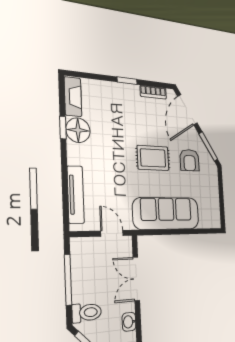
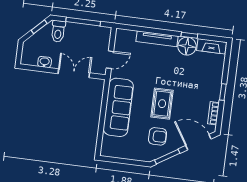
armchair: (190, 160) -> (158, 136), turned 180
tv unit: (76, 195) -> (157, 39), moved

